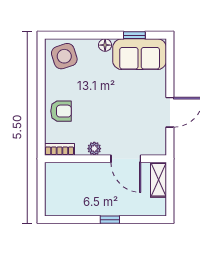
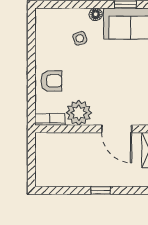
side table: (64, 56) -> (80, 38), moved, width x0.54, depth x0.54
plant: (94, 149) -> (79, 113), width x1.88, depth x1.88

